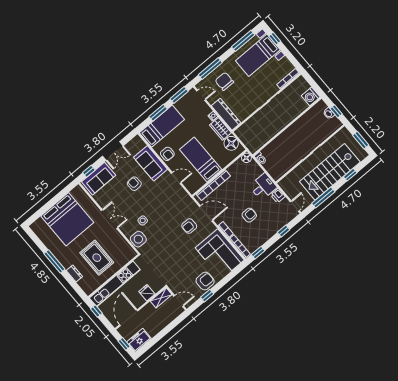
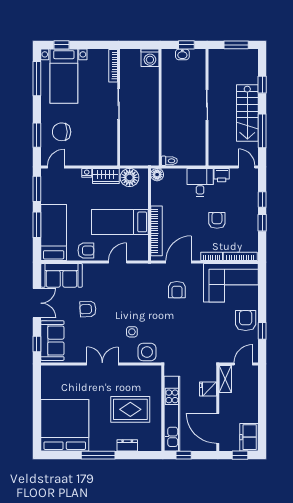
window: (210, 69) -> (37, 135), width x0.69
dresser: (226, 114) -> (96, 158), removed
sofa: (151, 163) -> (62, 275), moved
stairs: (330, 172) -> (247, 113), width x0.73, depth x0.66
bed: (67, 219) -> (65, 425), moved, turned -90
window: (258, 253) -> (262, 223), moved

